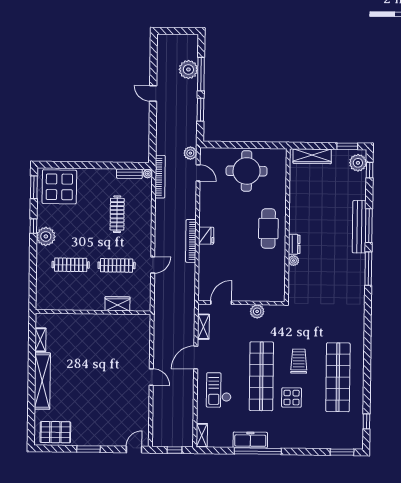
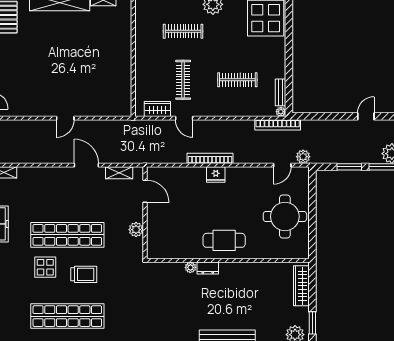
clothes rail: (71, 265) -> (183, 31), turned 90
wardrobe: (117, 304) -> (157, 109), moved, turned -90
checkout: (219, 390) -> (52, 190), removed

